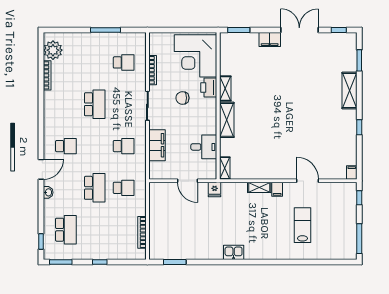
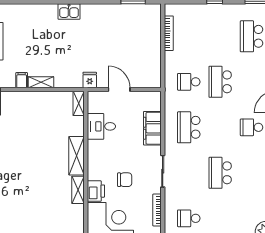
school desk: (124, 146) -> (189, 127), width x1.85

